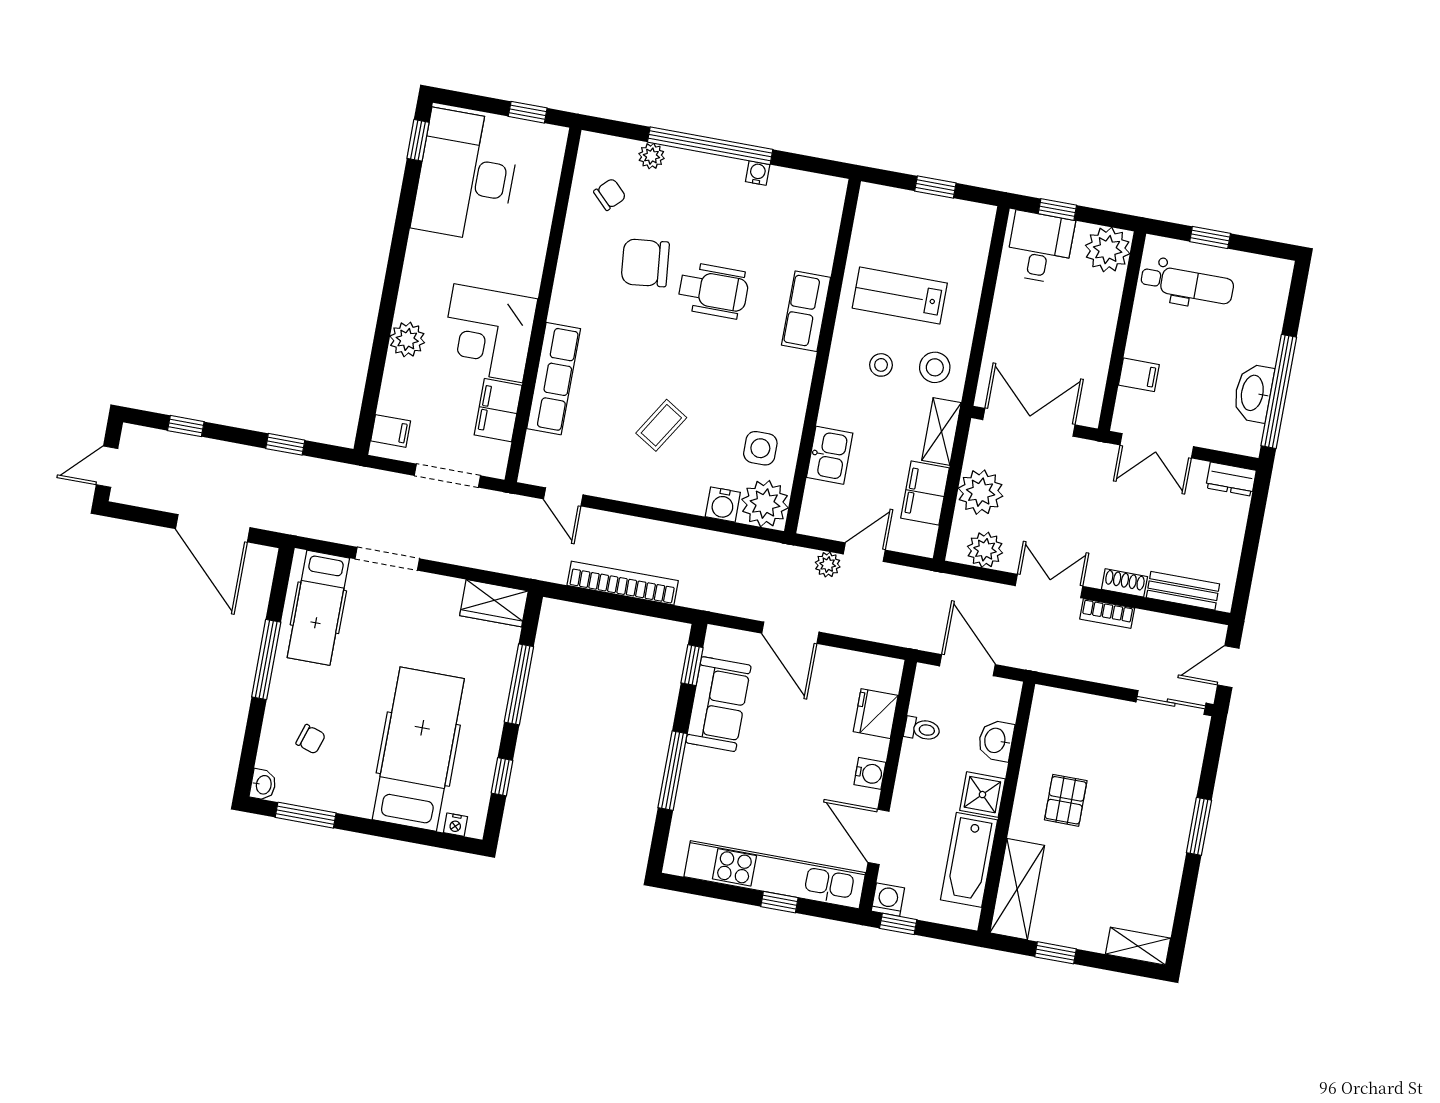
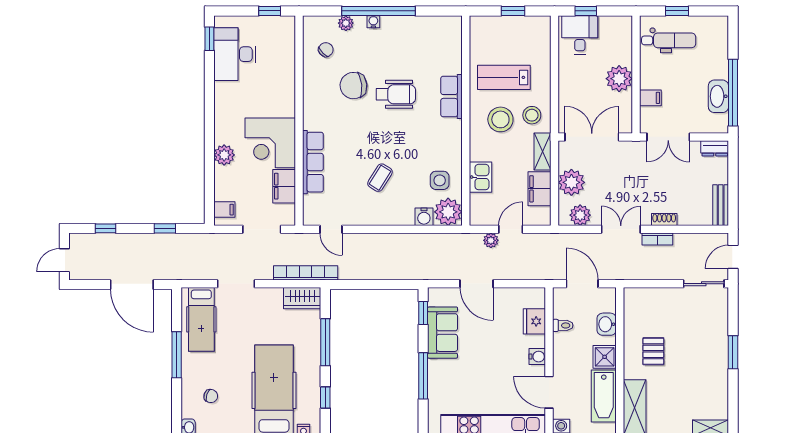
water cooler: (758, 173) -> (373, 22), moved
desk: (466, 176) -> (235, 54), width x0.73, depth x0.77
plant: (1108, 250) -> (619, 79), moved
stool: (881, 365) -> (500, 119), width x1.89, depth x1.89
bookcase: (623, 583) -> (306, 273), moved
bench: (1183, 591) -> (721, 205), moved, turned 90

